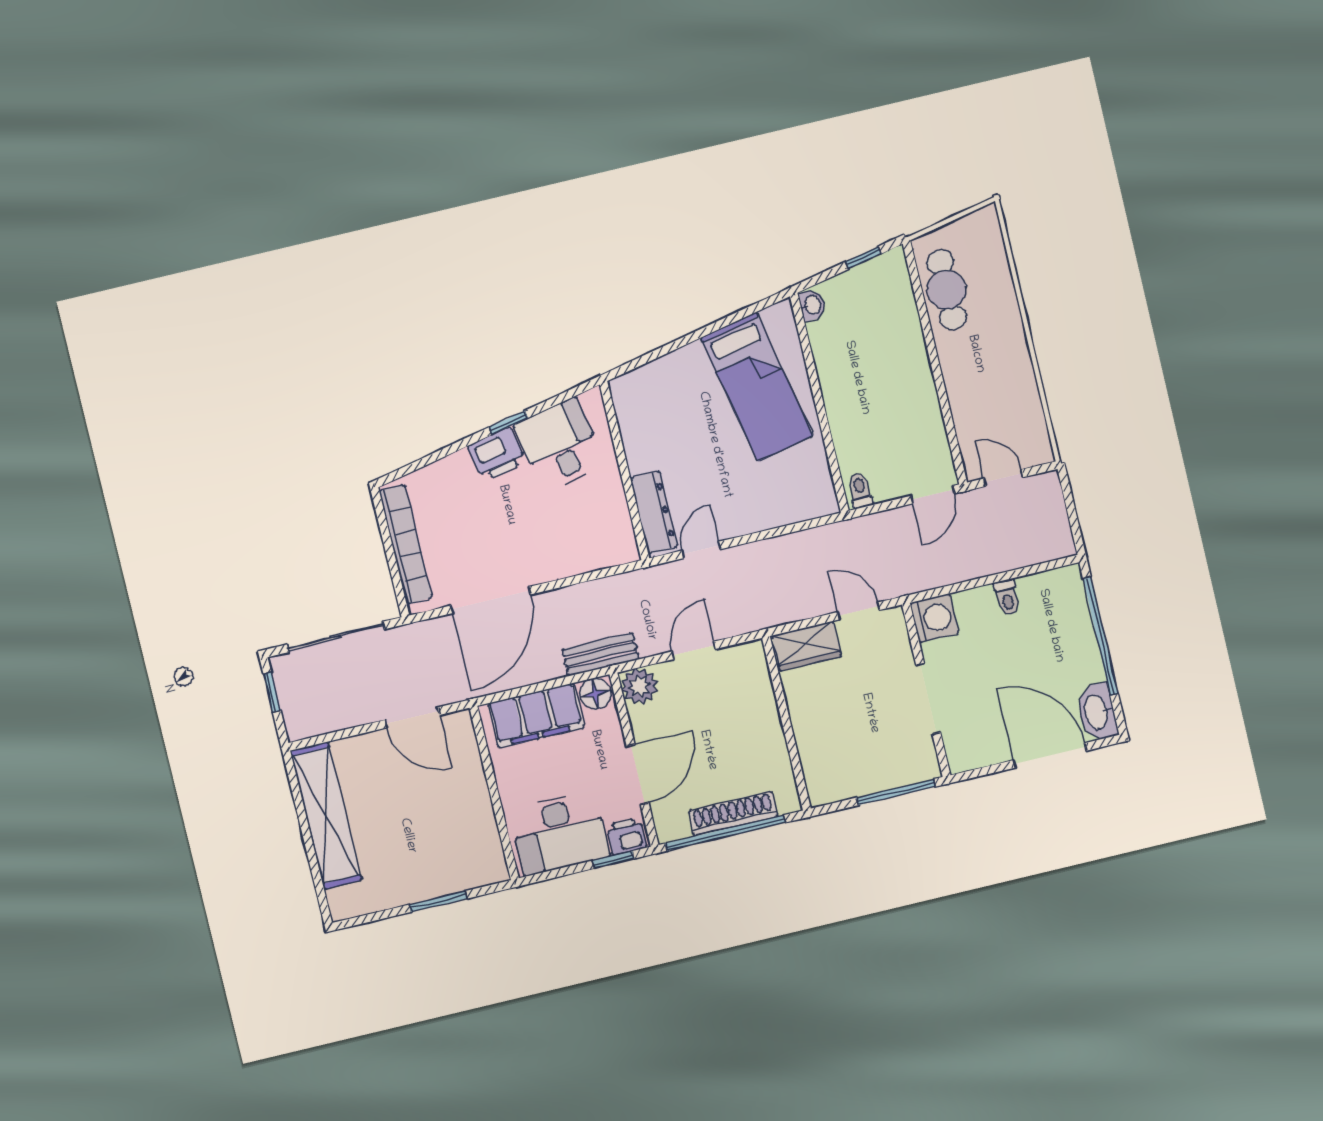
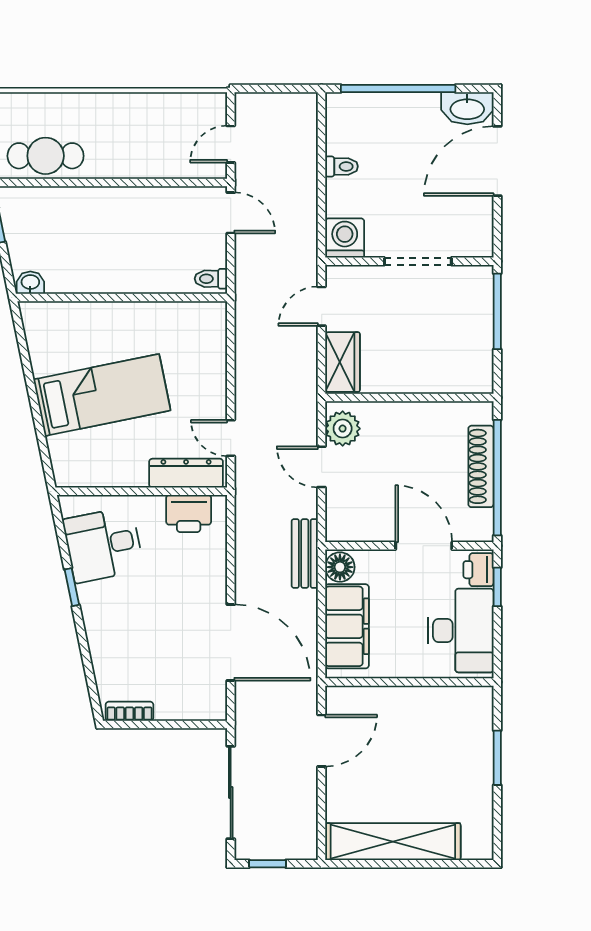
bed: (757, 387) -> (102, 395), moved
printer: (497, 454) -> (189, 513), moved, turned 102
bookcase: (406, 544) -> (129, 711), width x0.43, depth x0.76
plant: (639, 686) -> (343, 429), moved

